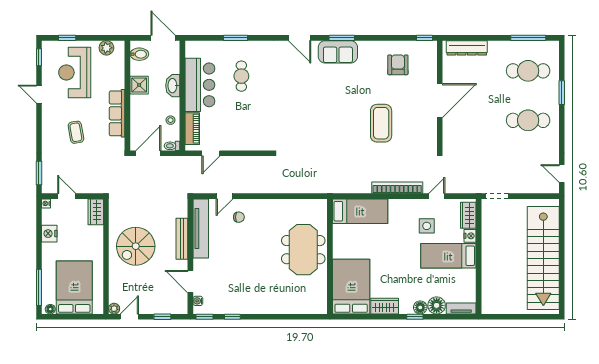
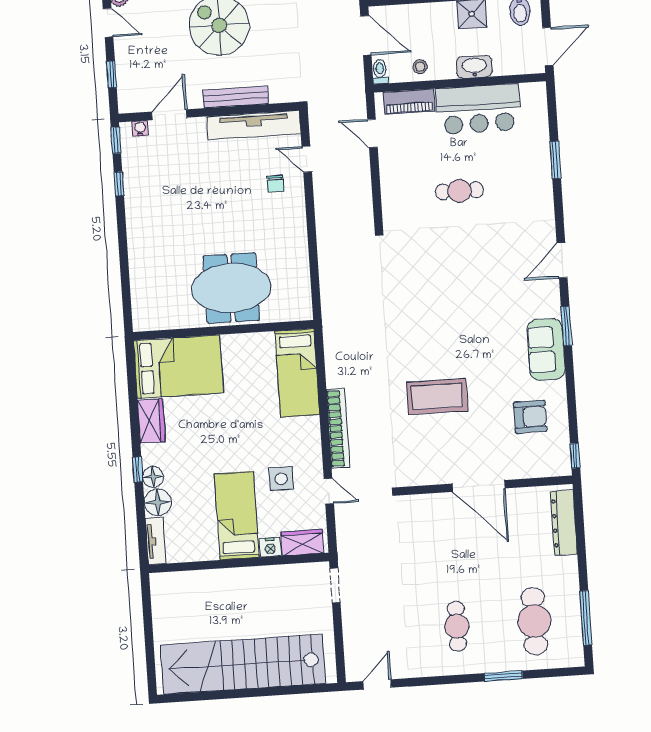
sofa: (338, 52) -> (546, 349), moved
cafe table: (241, 76) -> (459, 191), moved
cafe table: (528, 120) -> (457, 626), width x0.73, depth x0.74

